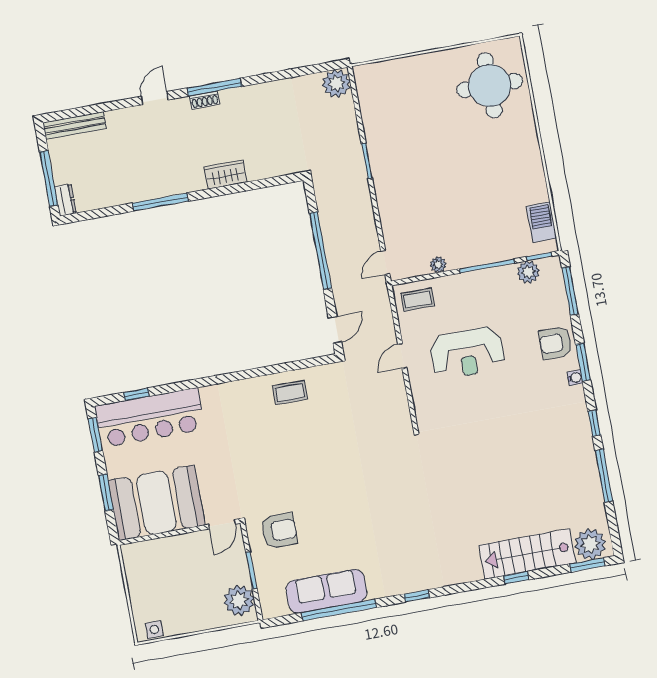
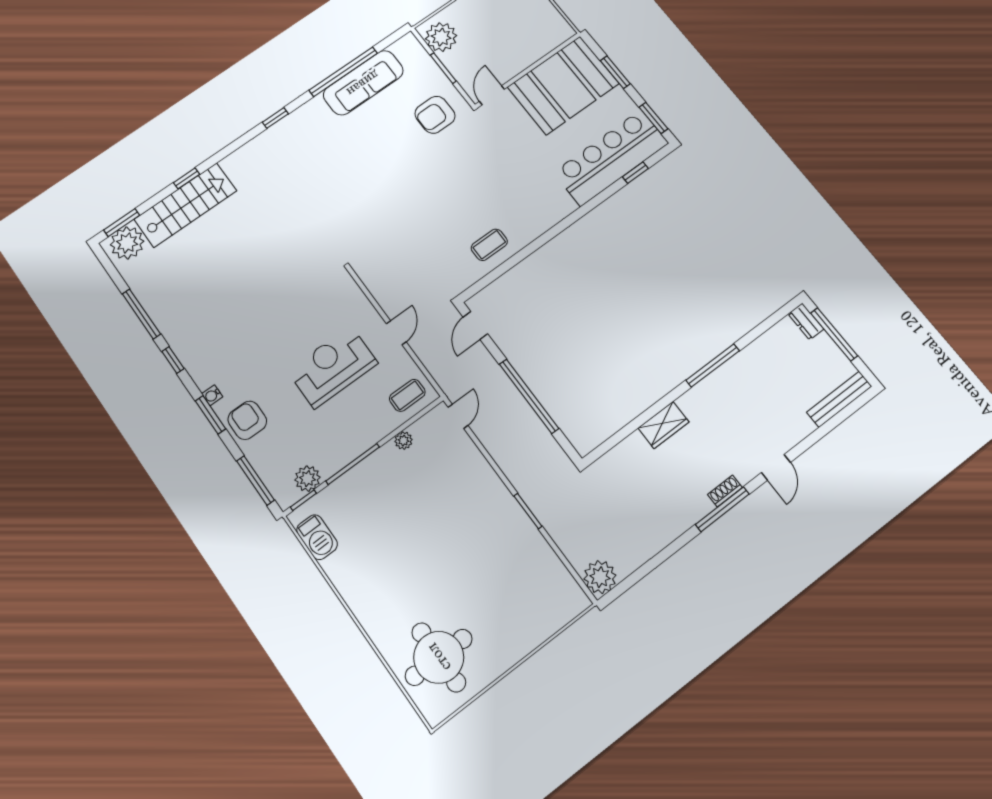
armchair: (556, 343) -> (247, 420), turned -90

